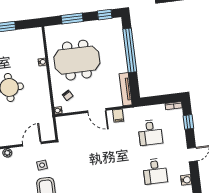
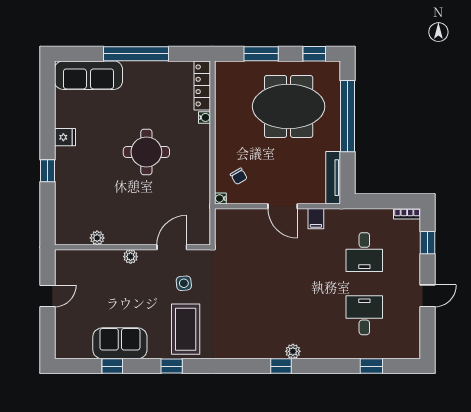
locker: (38, 42) -> (202, 85), added
meeting table: (77, 60) -> (289, 106), moved
desk: (155, 171) -> (364, 315), turned 180
water cooler: (186, 180) -> (412, 335), removed

